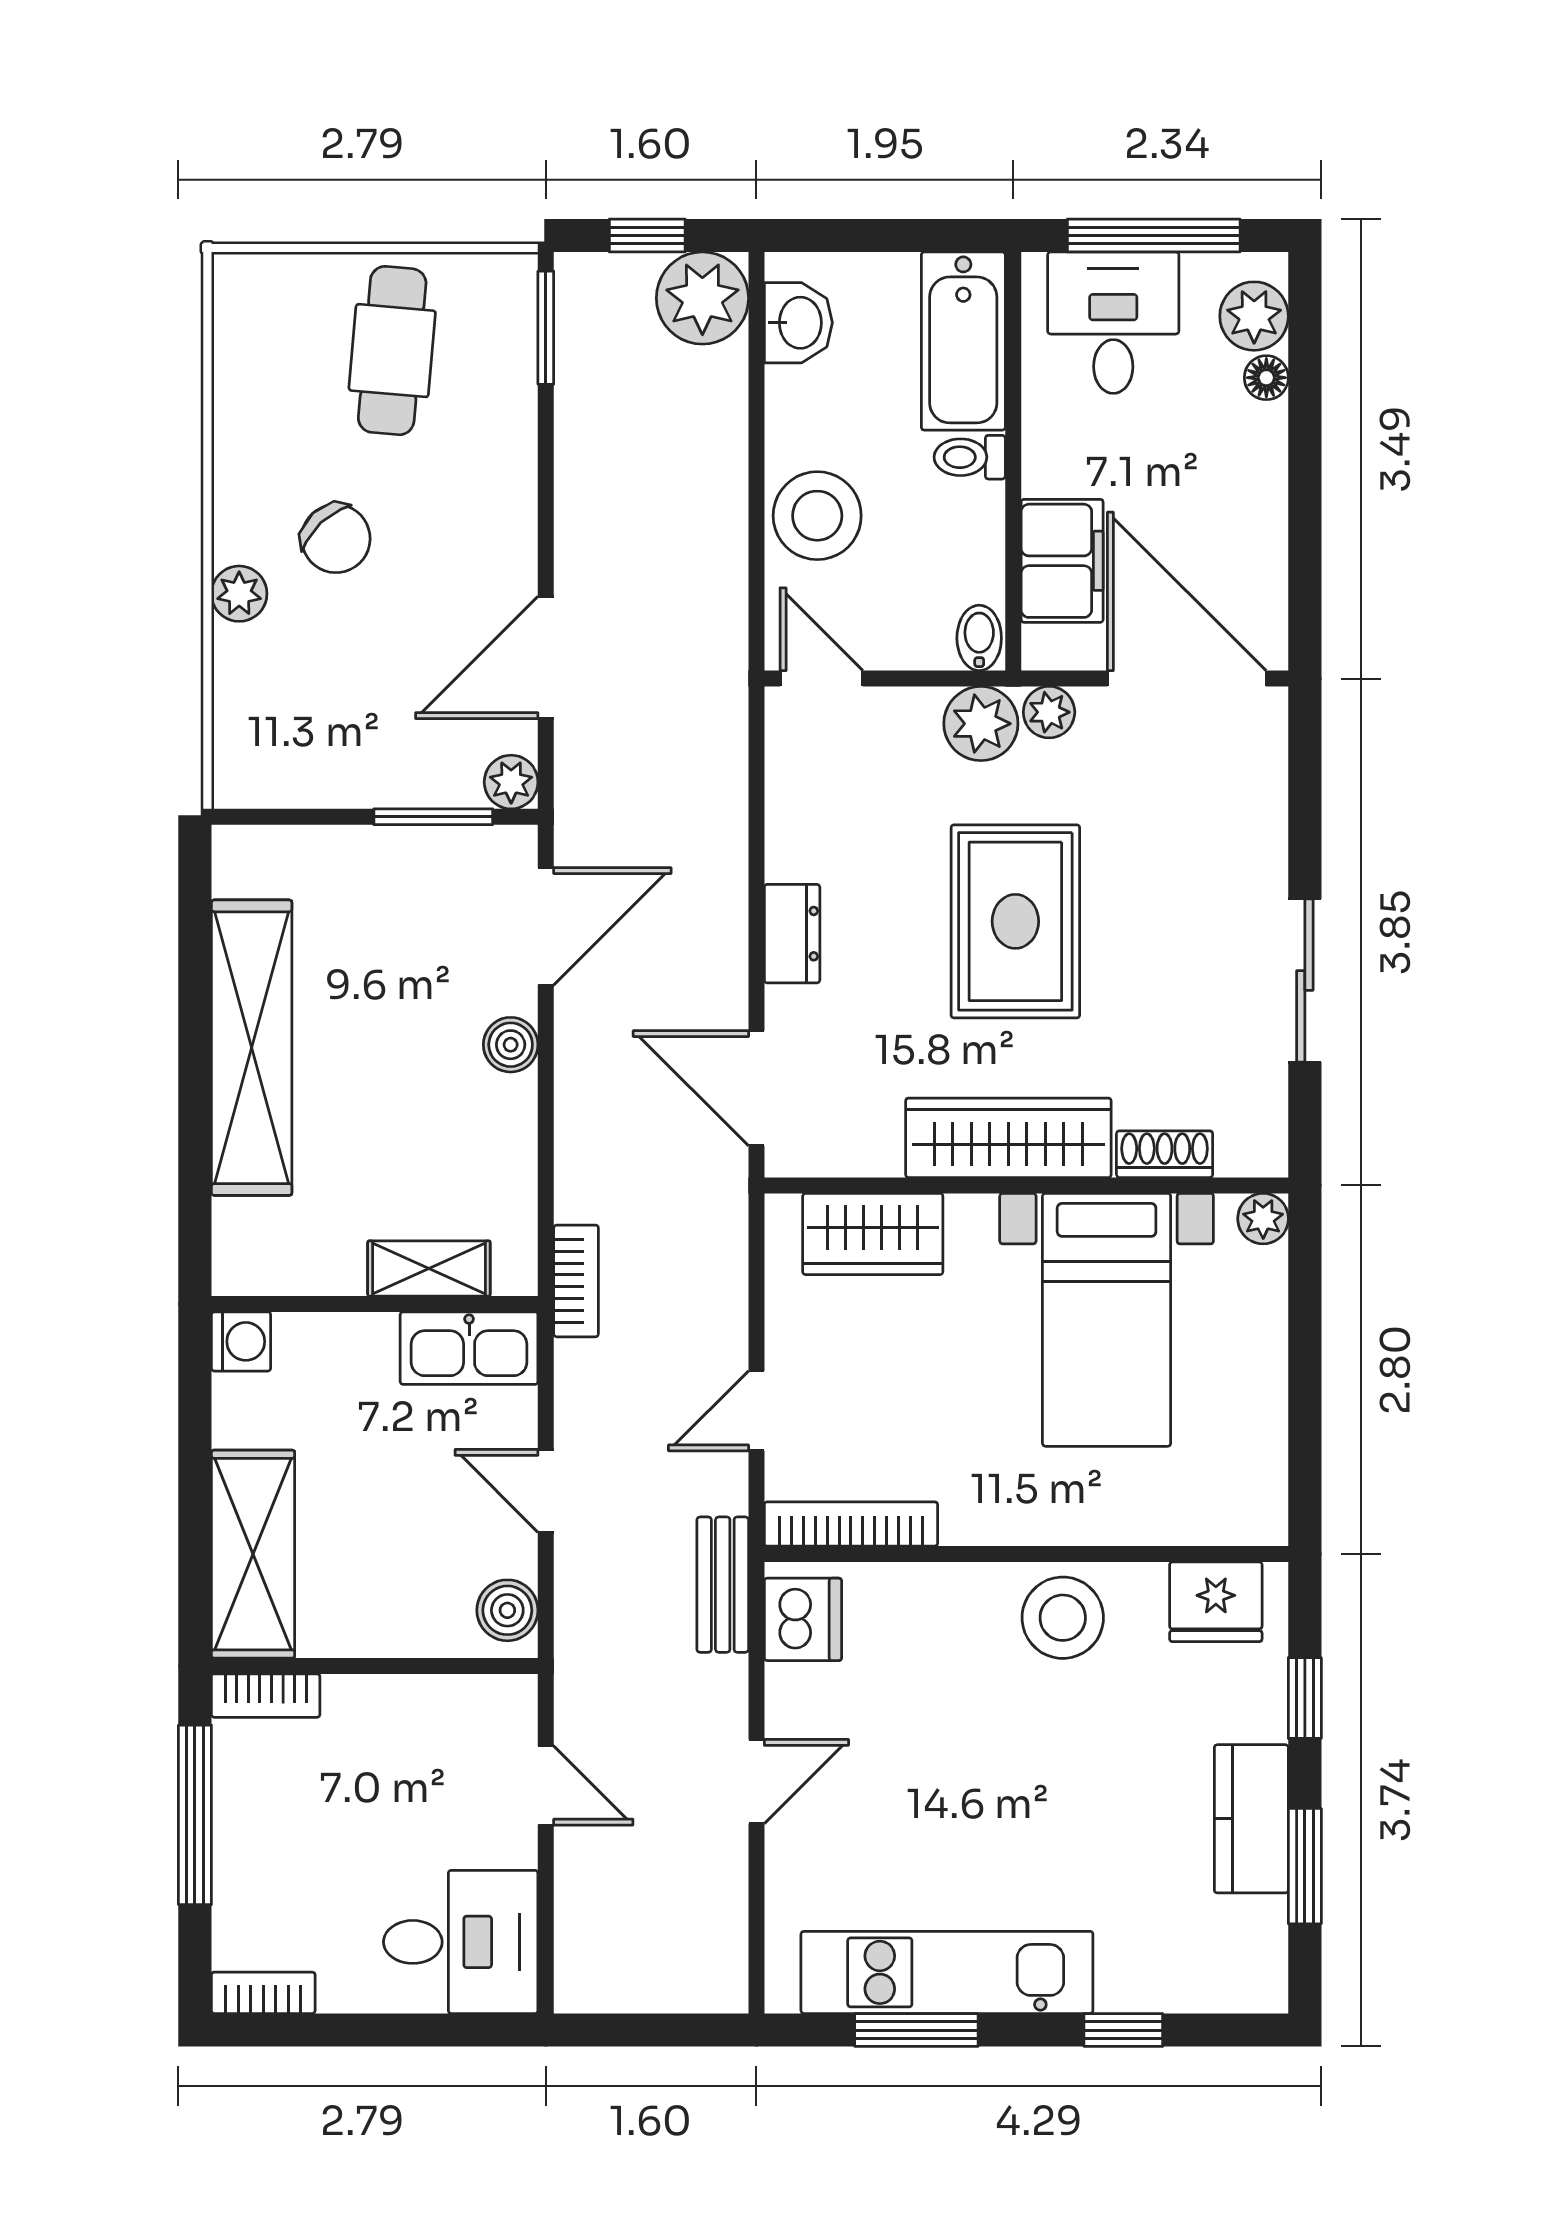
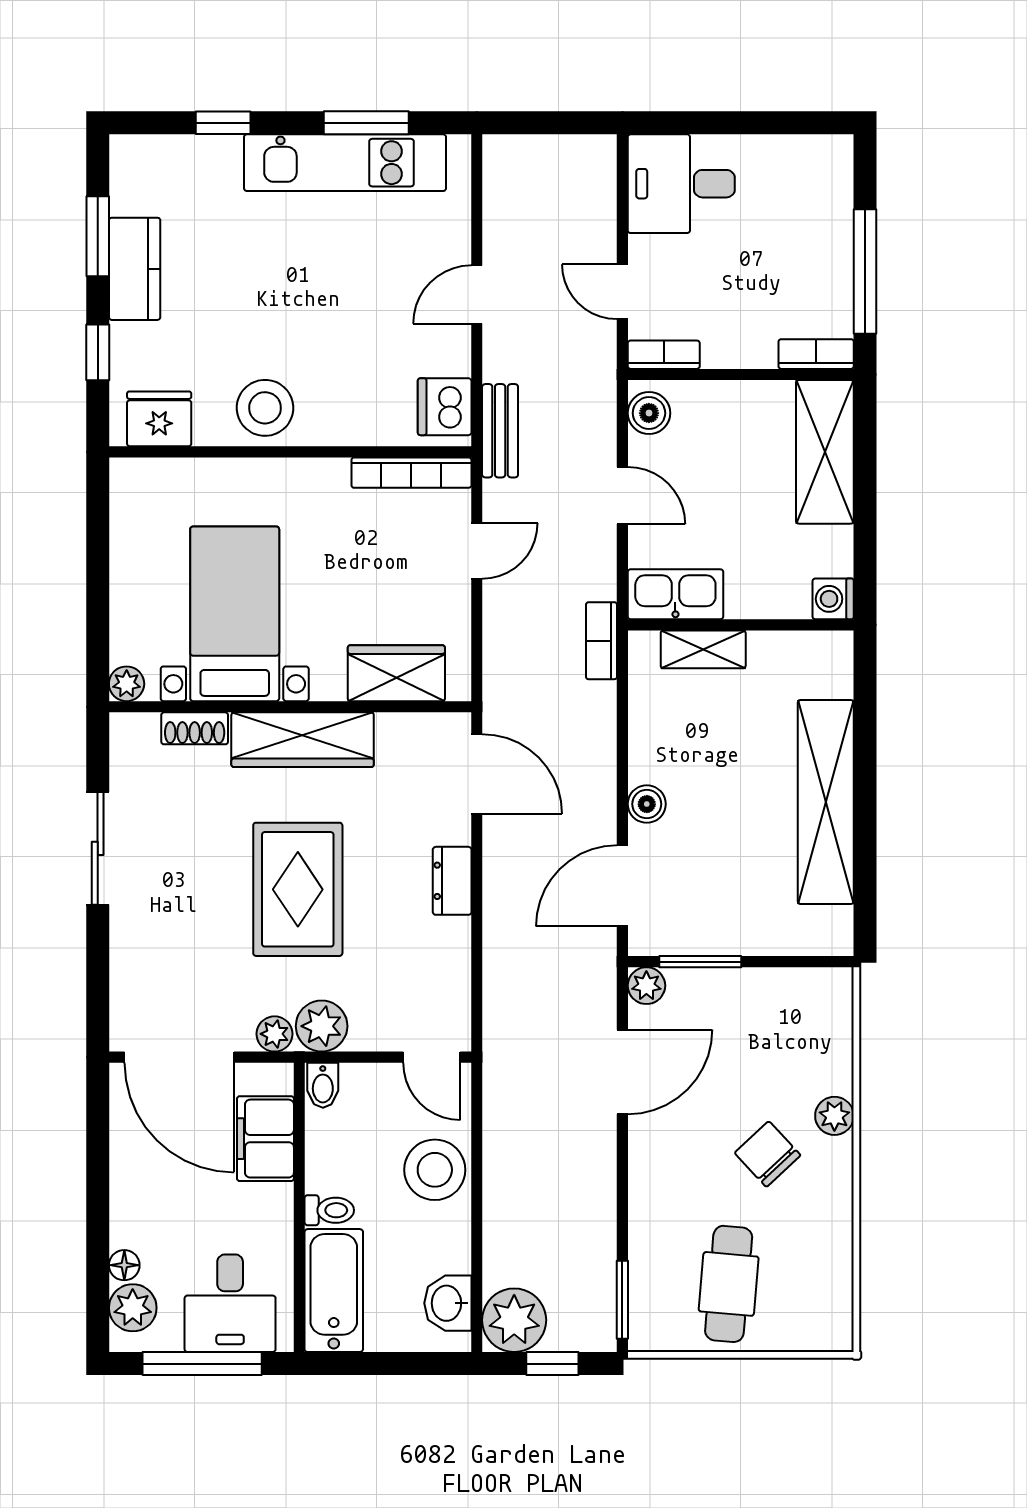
bookcase: (263, 1993) -> (664, 355), moved, turned 180

